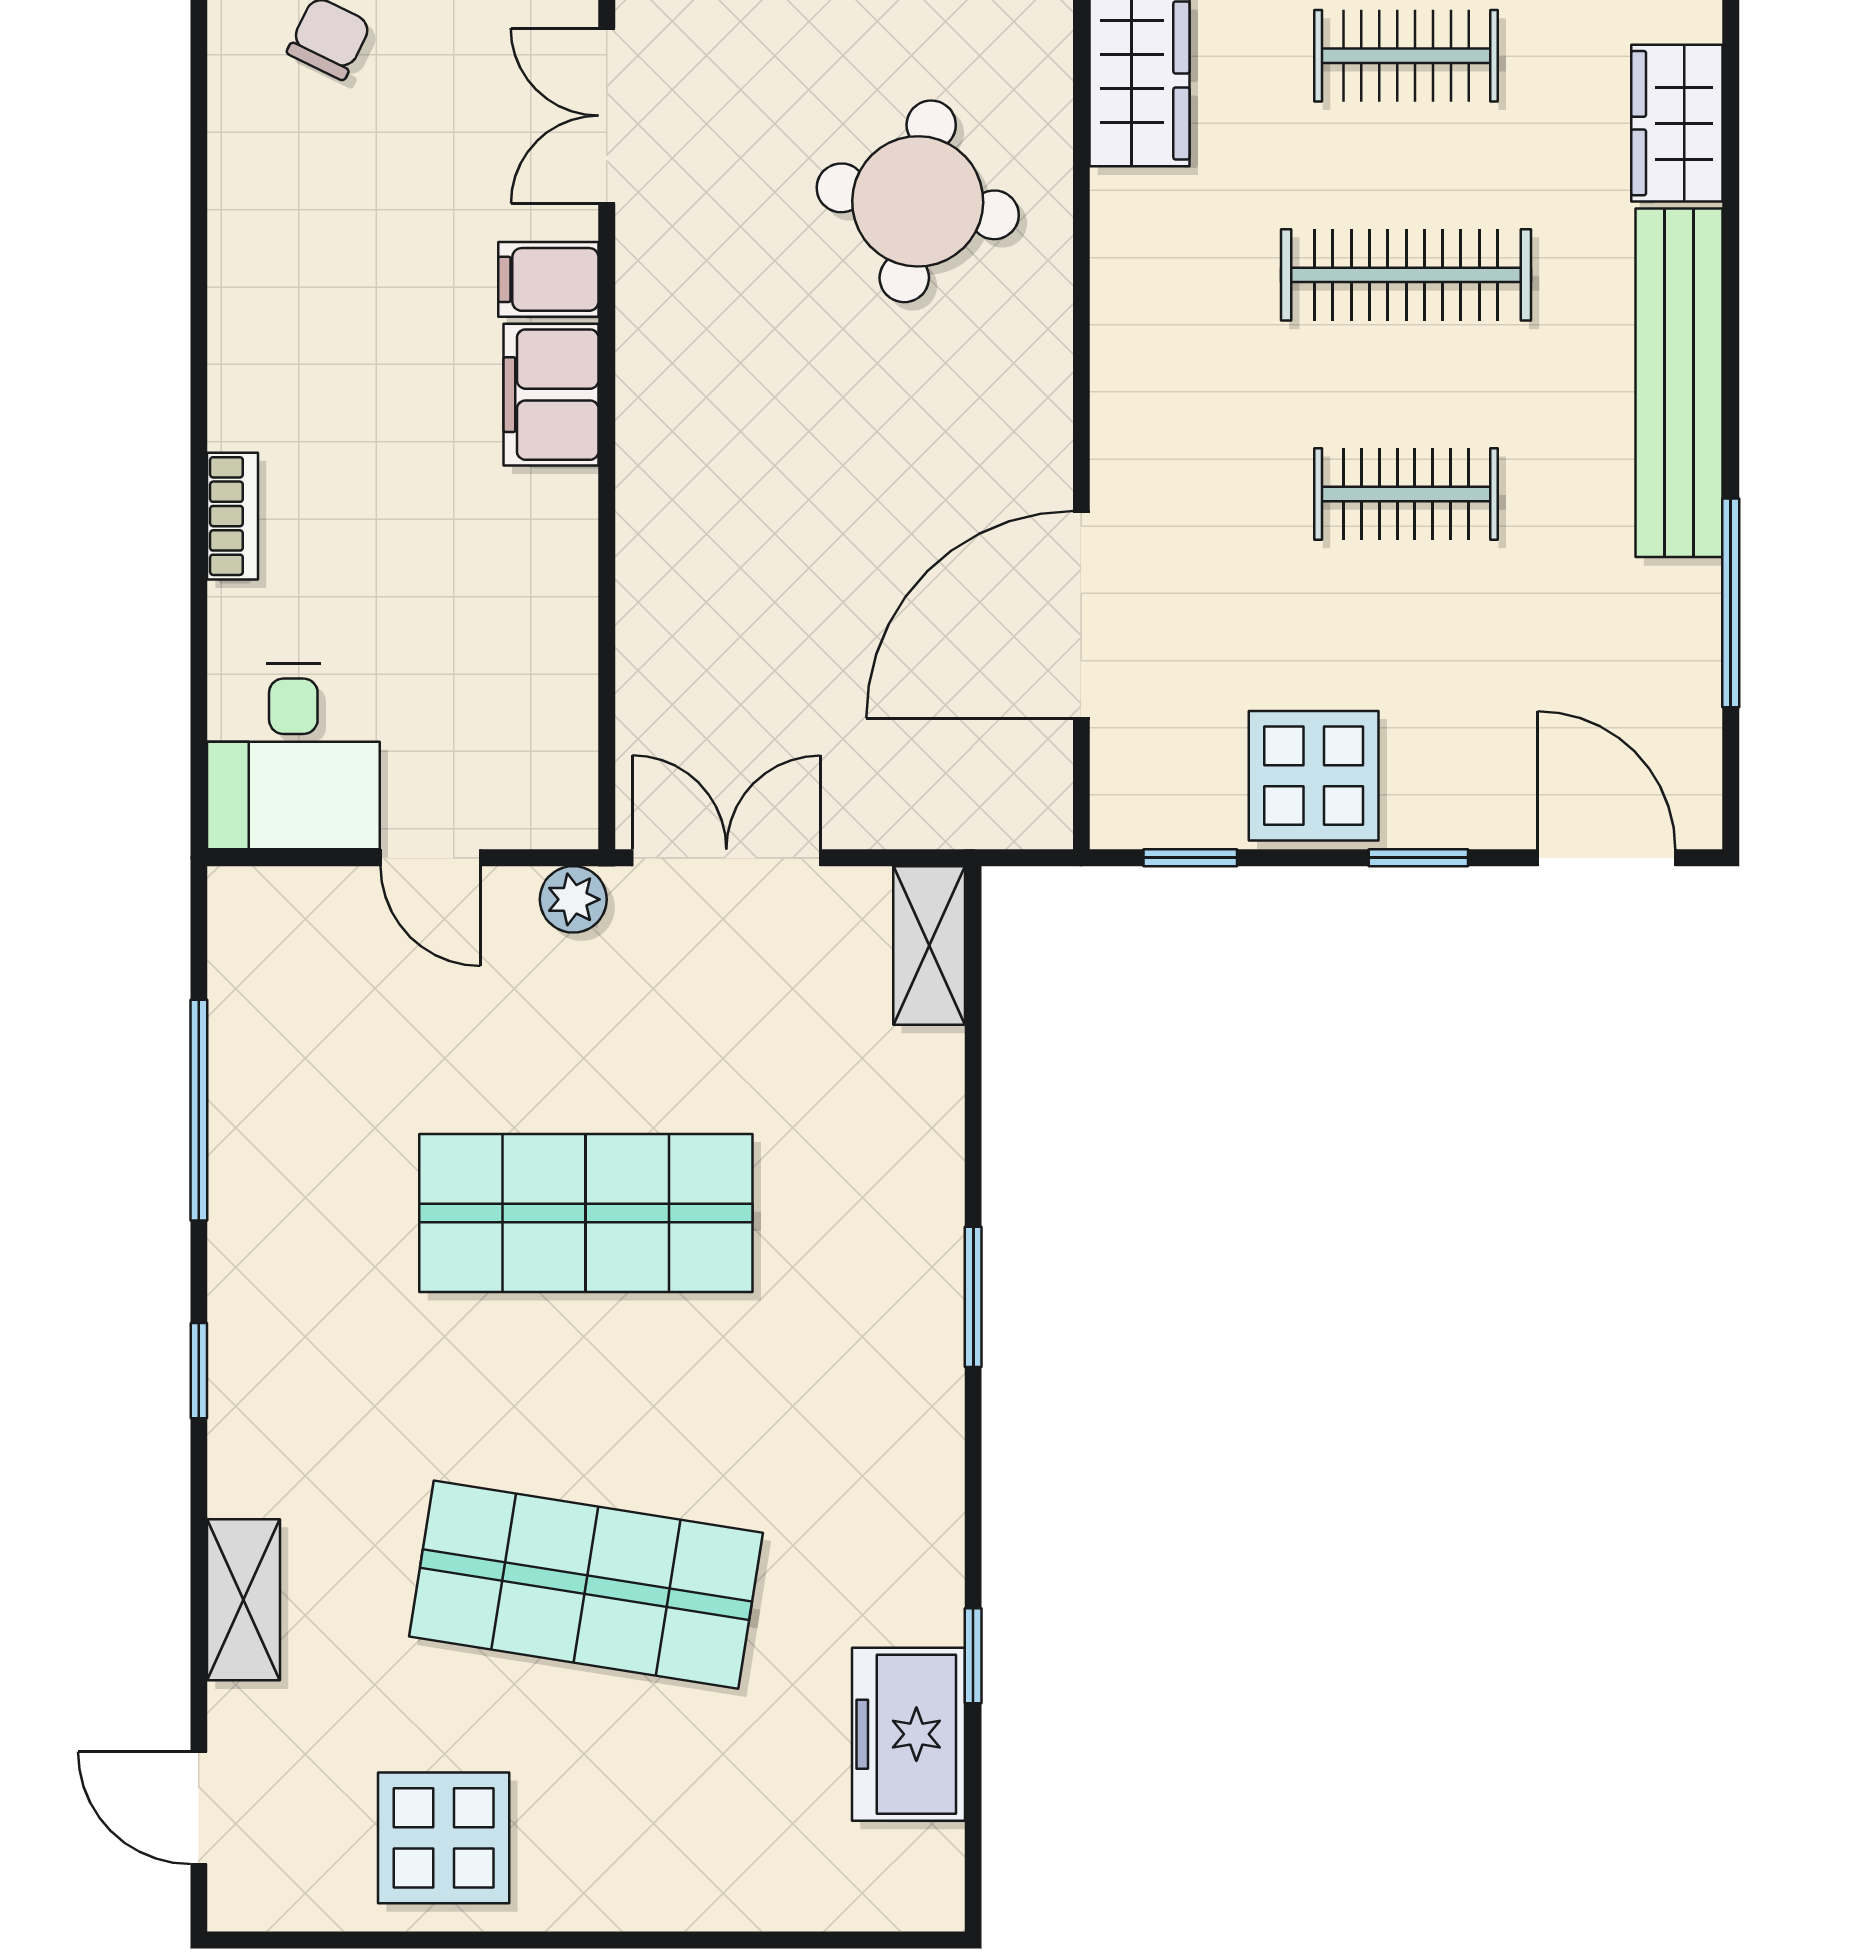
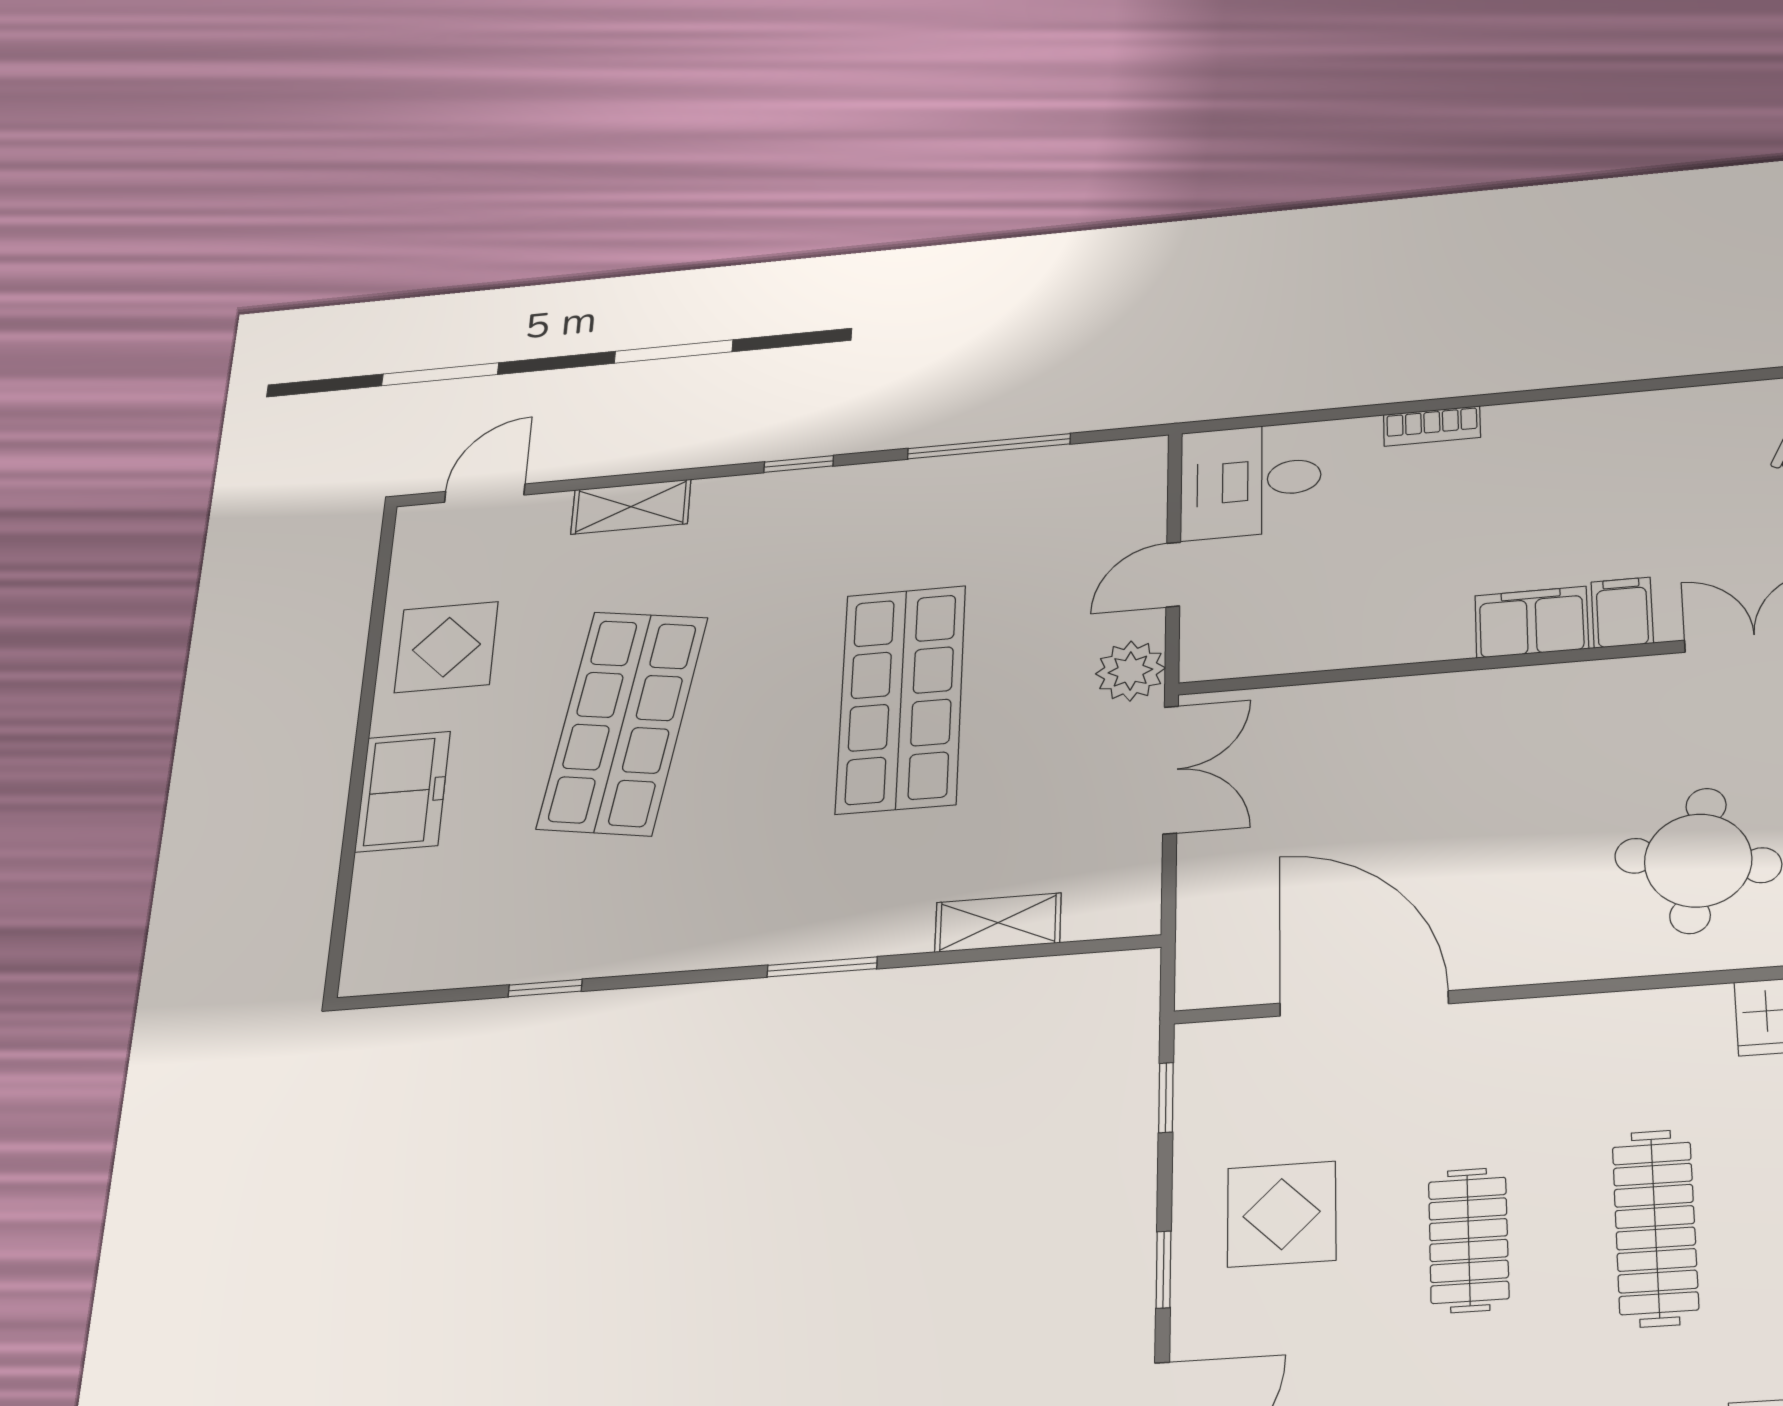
display table: (1314, 776) -> (1282, 1214), moved
plant: (573, 899) -> (1130, 671), width x1.38, depth x1.38
shelving: (929, 945) -> (998, 923), moved
freezer: (908, 1734) -> (403, 791), moved, turned 90

